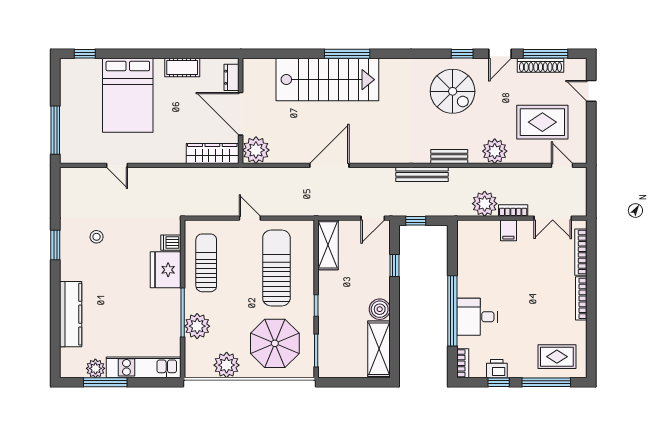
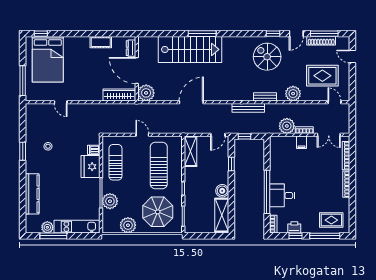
spiral stairs: (453, 91) -> (267, 57), turned 180
bed: (128, 95) -> (48, 59), moved

